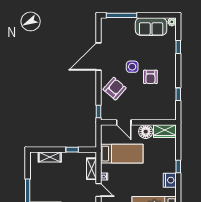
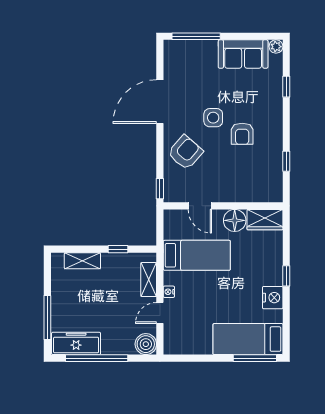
door: (99, 190) -> (160, 313), swing flipped

